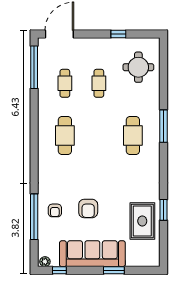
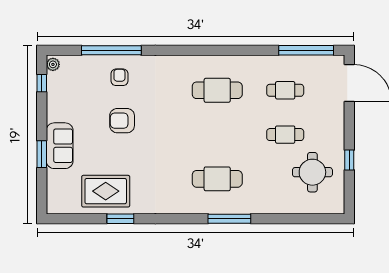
round table: (138, 67) -> (312, 172), moved
armchair: (55, 210) -> (119, 77), turned 90
sofa: (92, 254) -> (60, 146), width x0.54, depth x0.79

